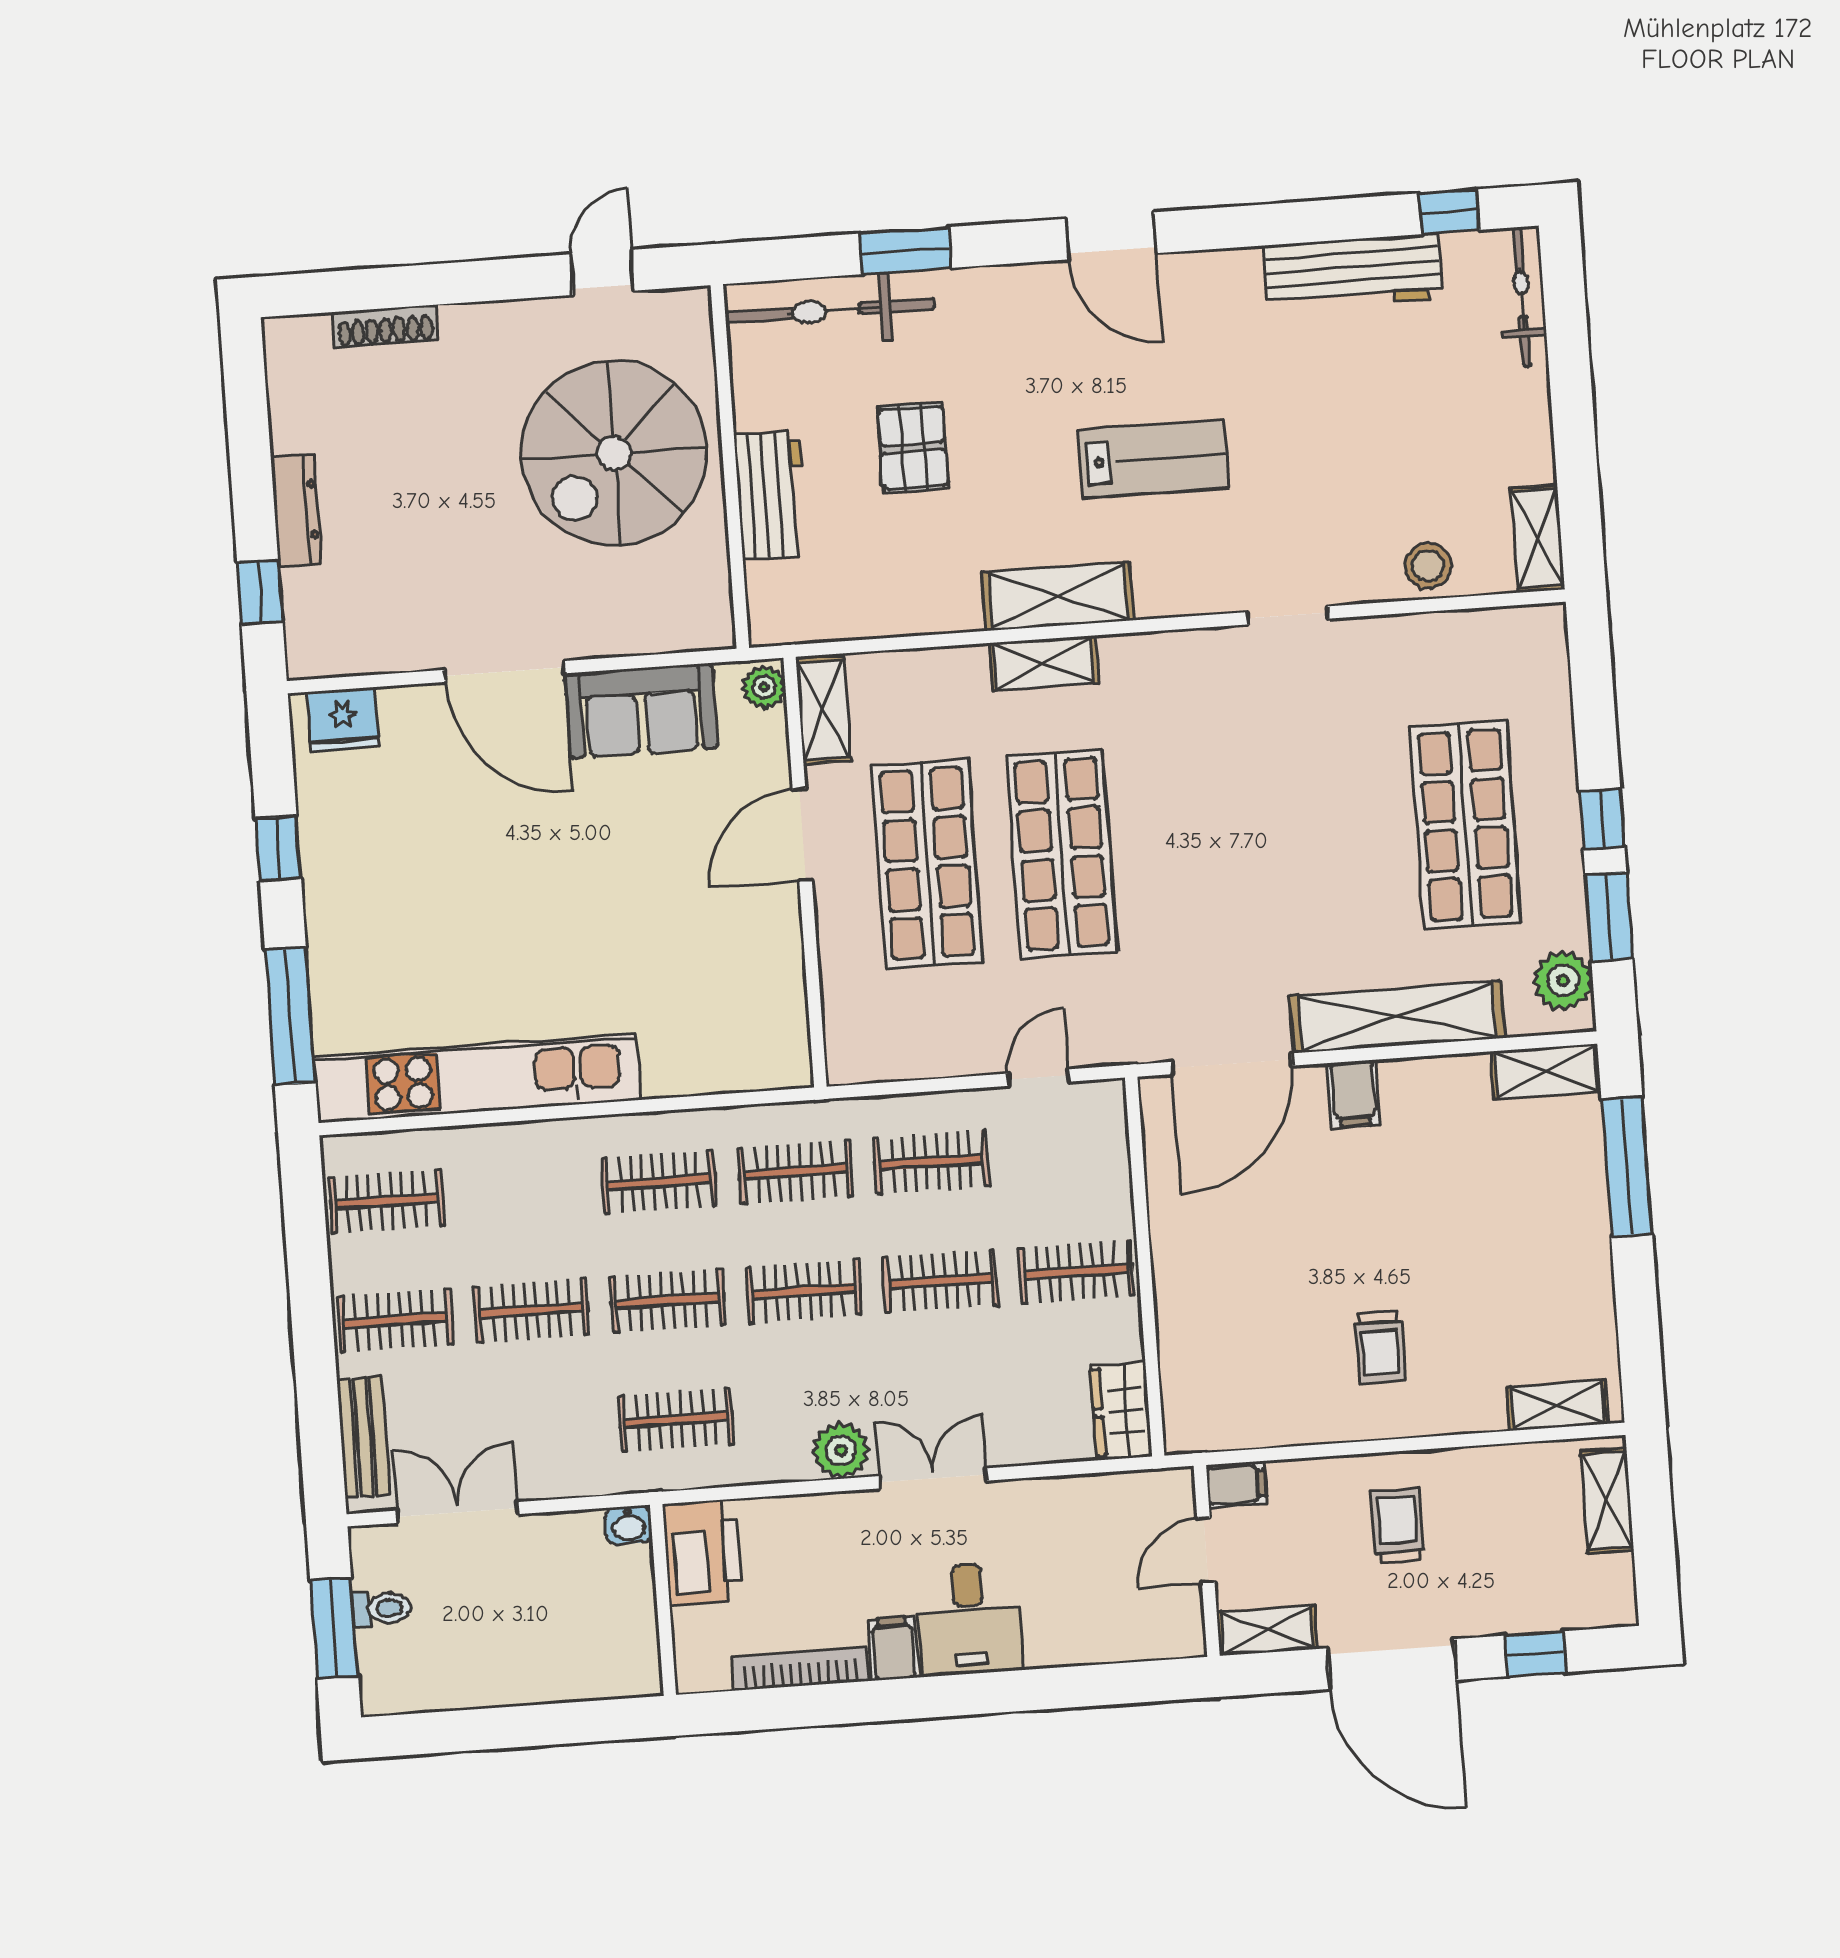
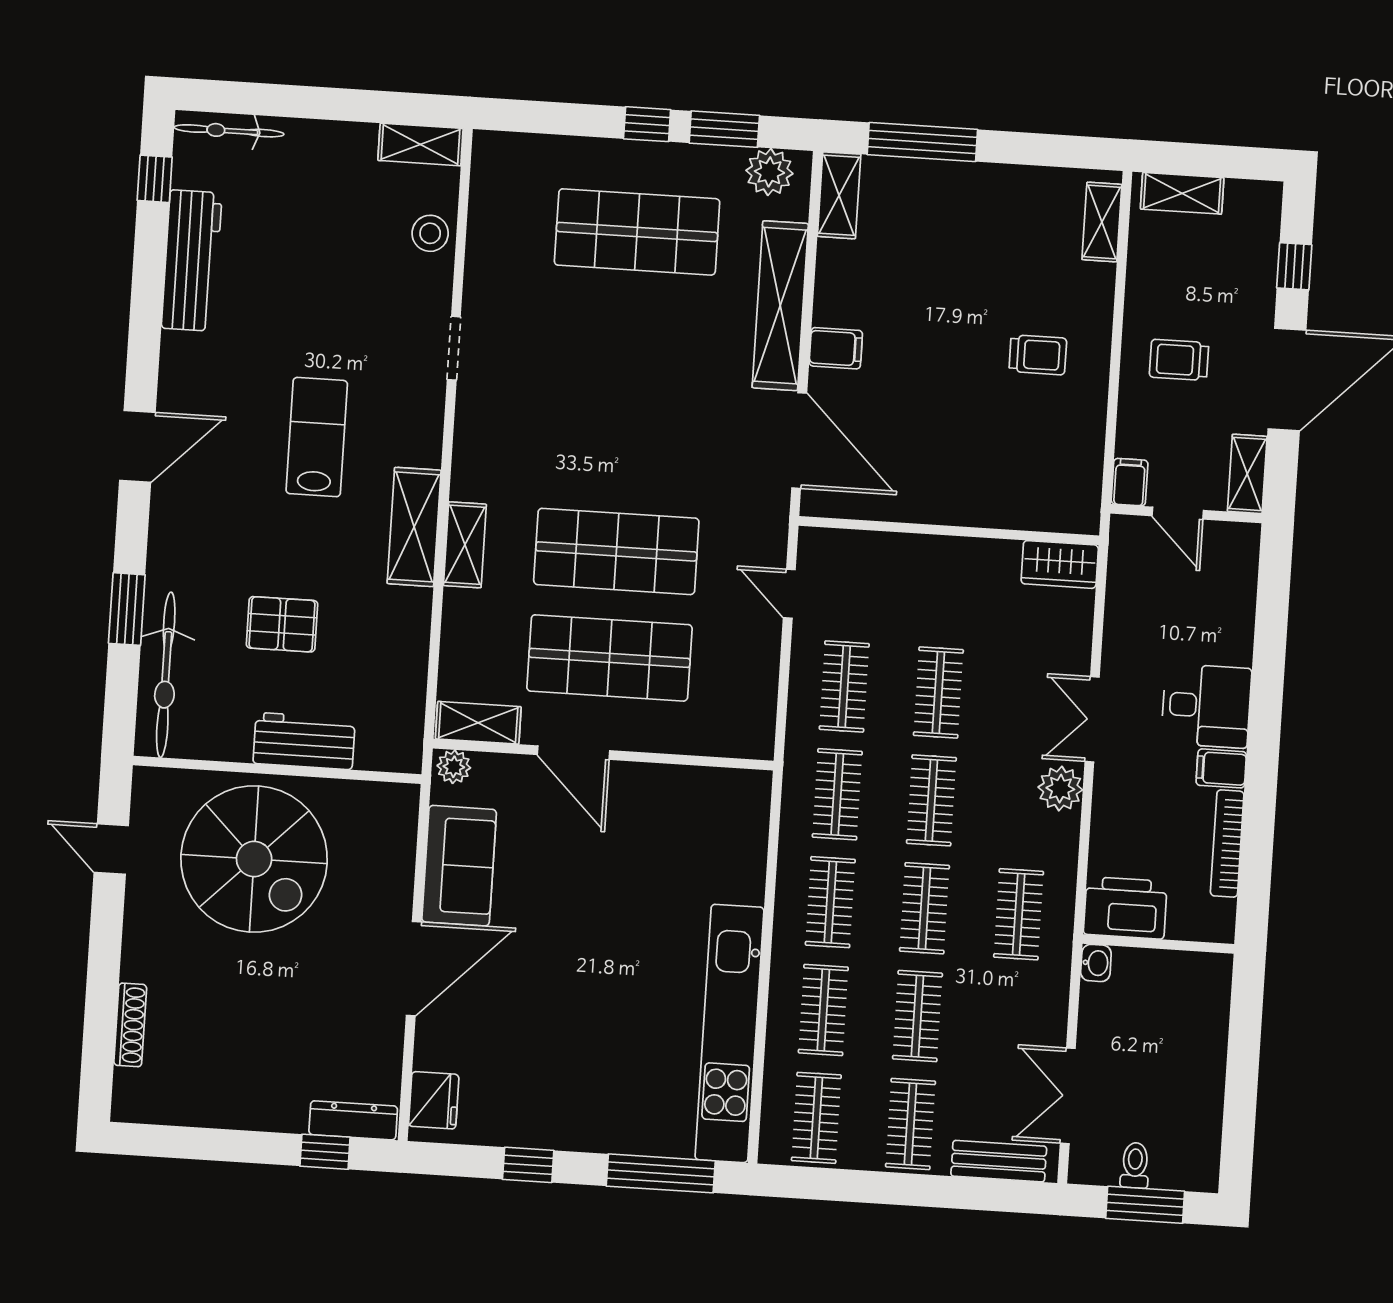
dresser: (296, 510) -> (353, 1120), moved
clothes rail: (1076, 1271) -> (823, 1010), moved

